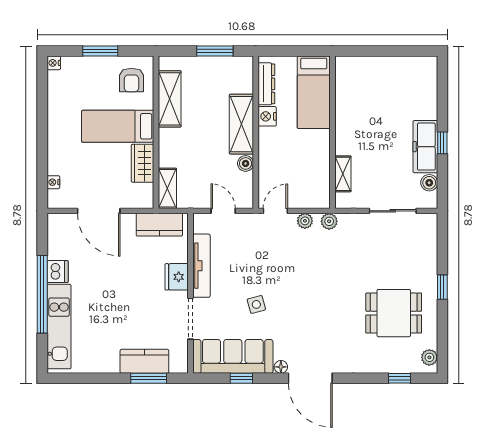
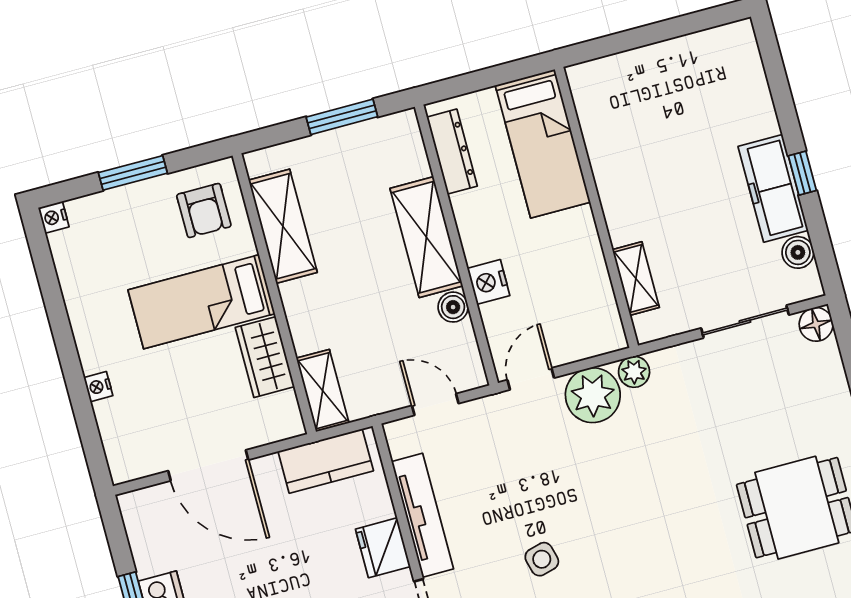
nightstand: (267, 116) -> (489, 282), moved
nightstand: (53, 182) -> (98, 387), moved
plant: (305, 221) -> (593, 395), width x1.88, depth x1.88
floor lamp: (429, 222) -> (816, 324), added

